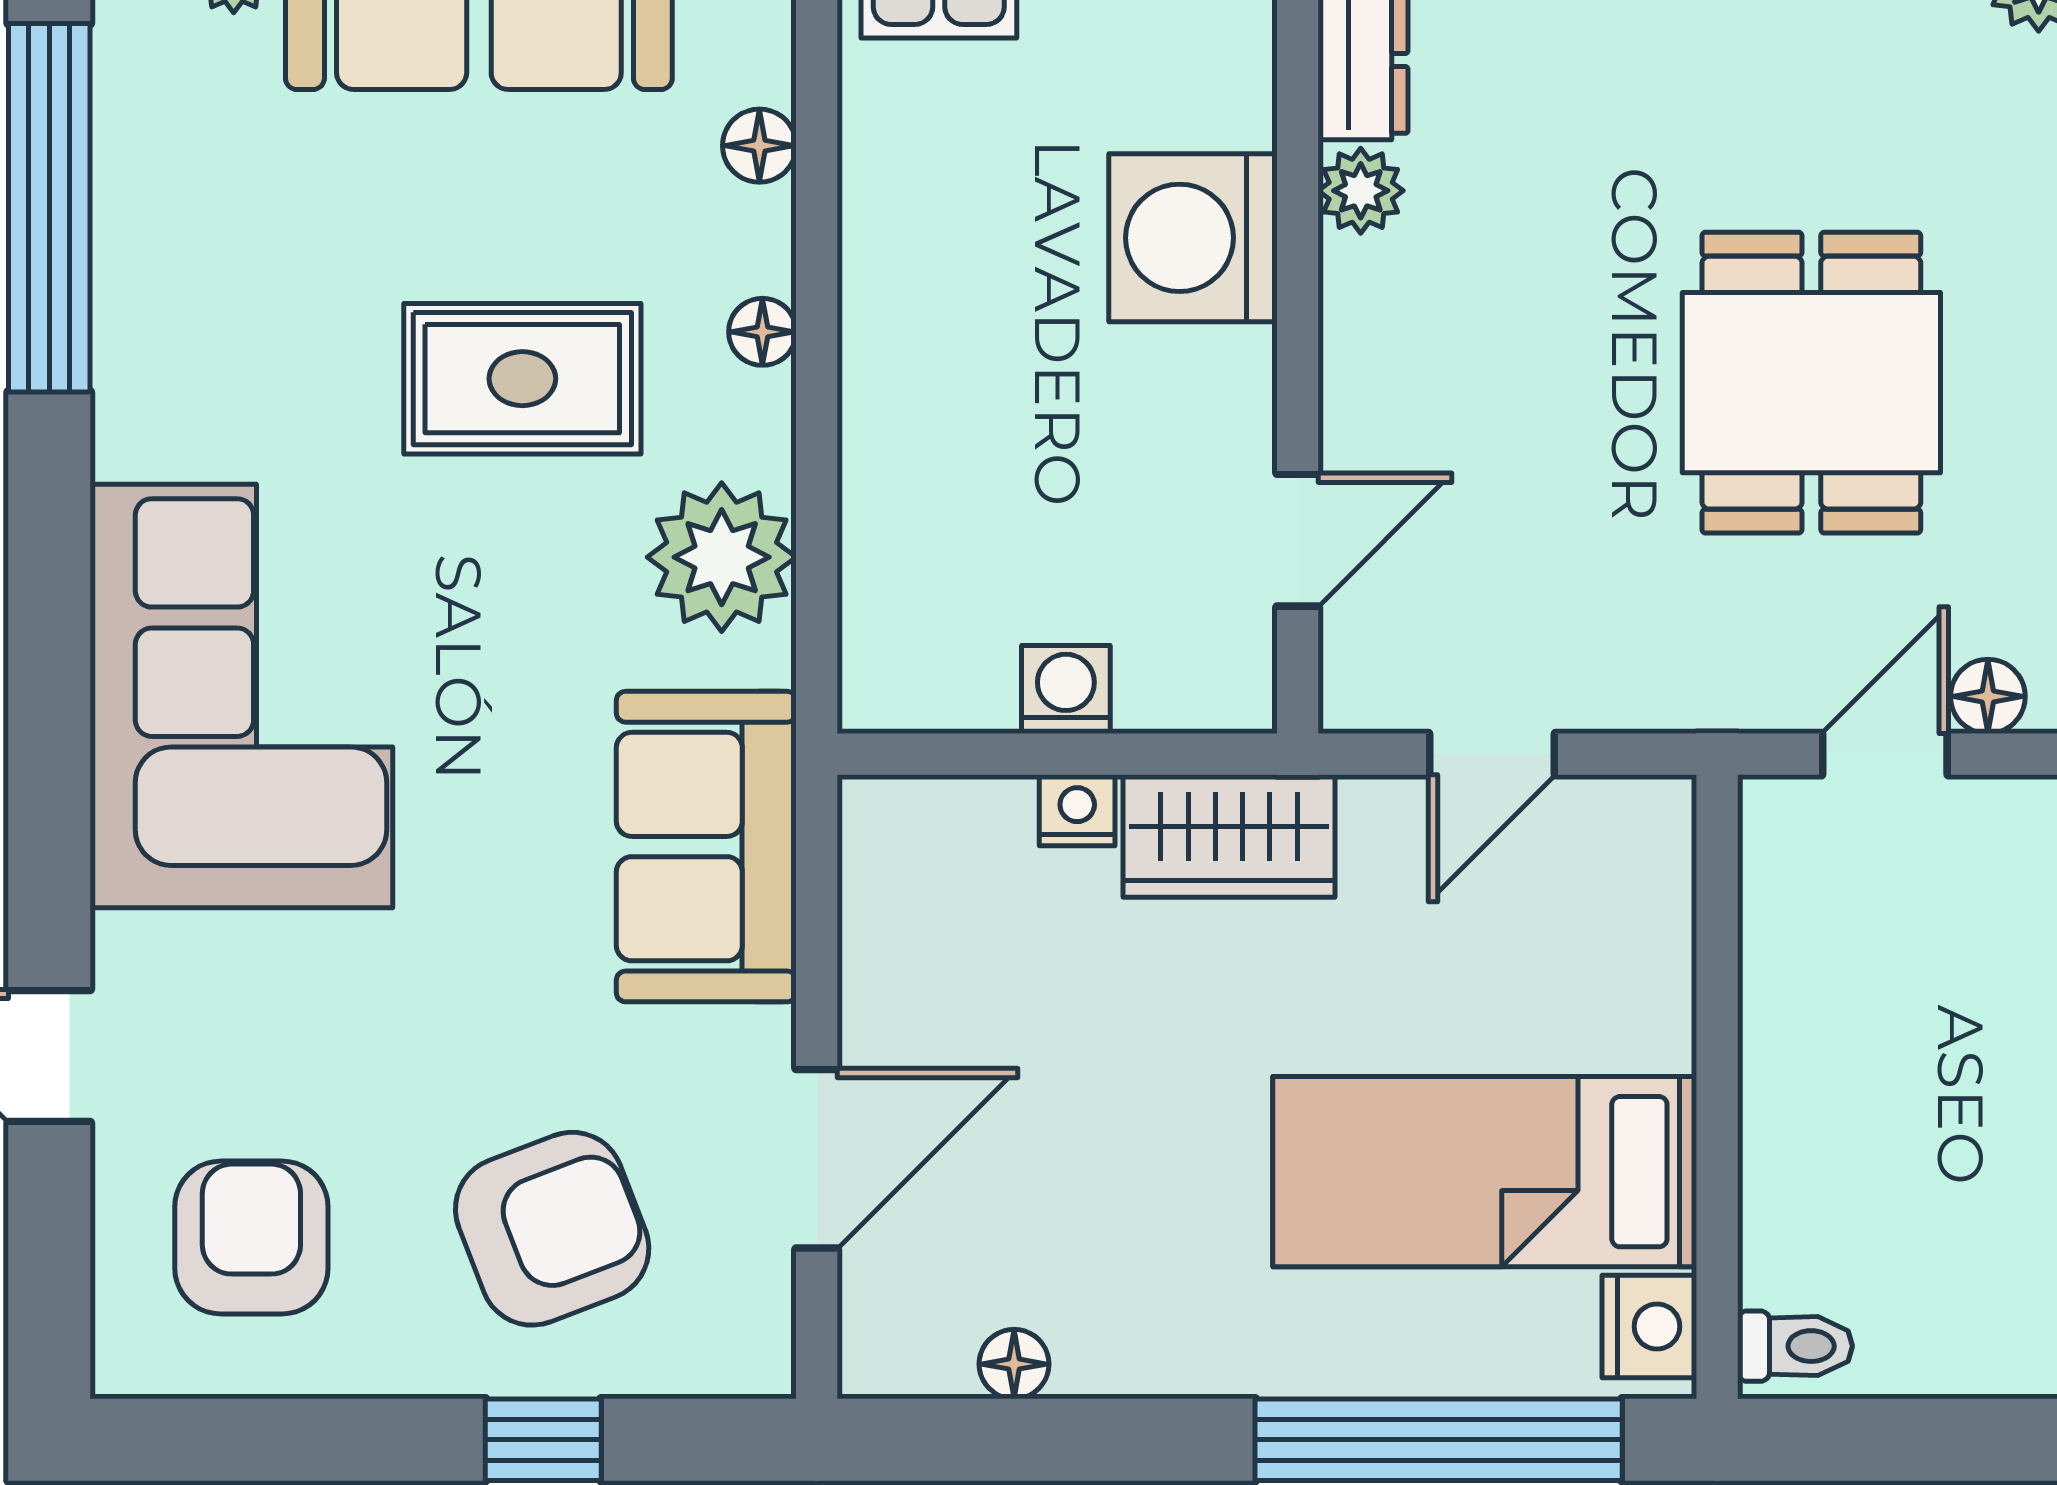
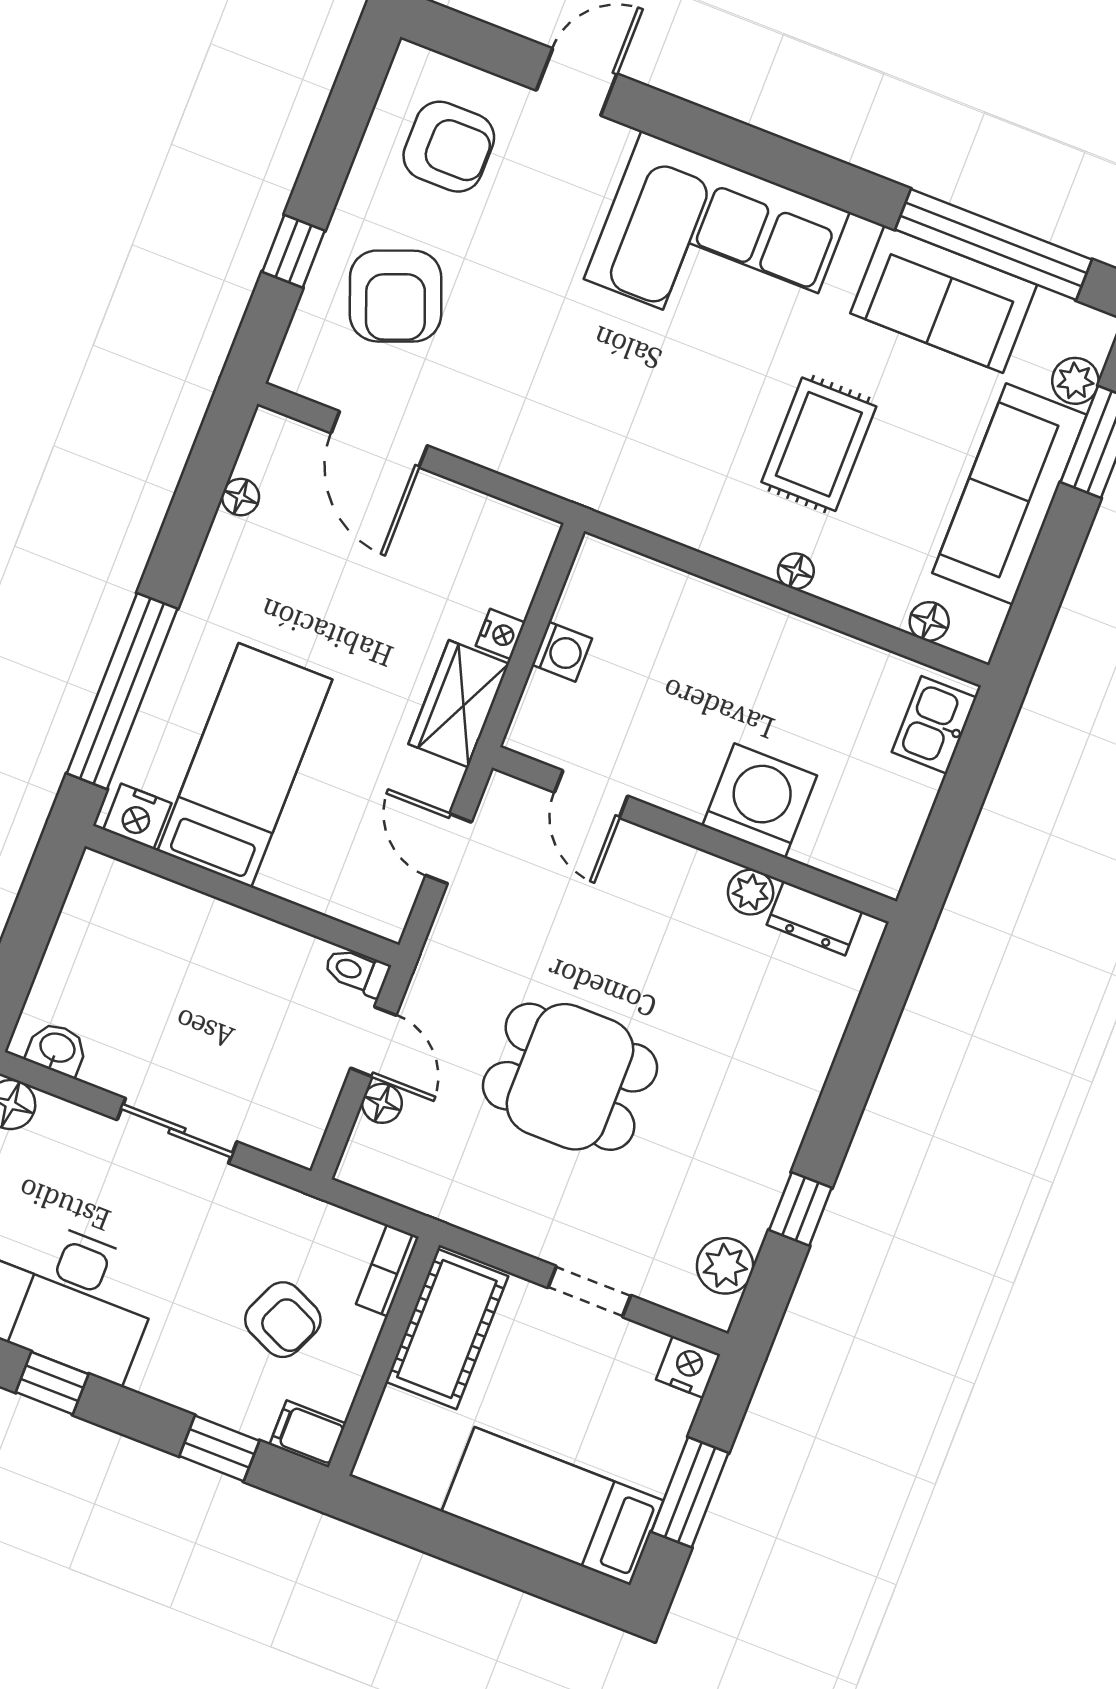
floor lamp: (759, 146) -> (929, 621), moved
plant: (722, 557) -> (693, 508), removed
sofa: (706, 847) -> (944, 299), moved, turned 180
toilet: (1795, 1346) -> (357, 972), moved, turned 90

